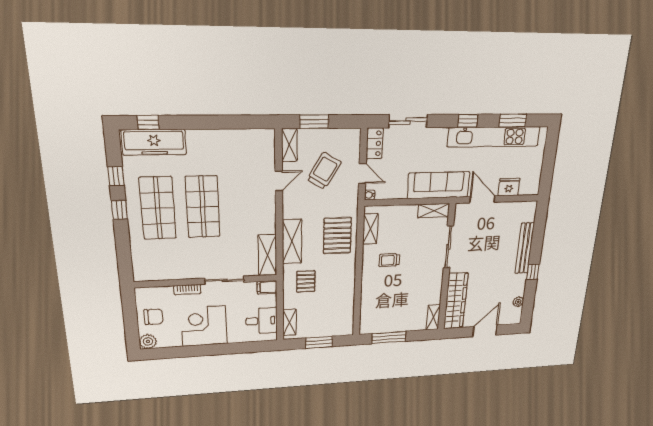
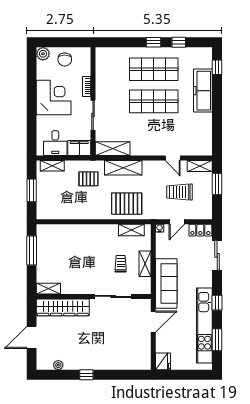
freezer: (154, 142) -> (203, 91), moved
trolley: (324, 171) -> (179, 192), turned 149
fridge: (509, 187) -> (163, 361), moved
shelving: (434, 211) -> (145, 264), moved
bench: (525, 248) -> (109, 364), removed
trolley: (389, 260) -> (121, 264), moved
filing cabinet: (267, 287) -> (79, 148), width x2.00
door: (485, 331) -> (32, 337), swing flipped

